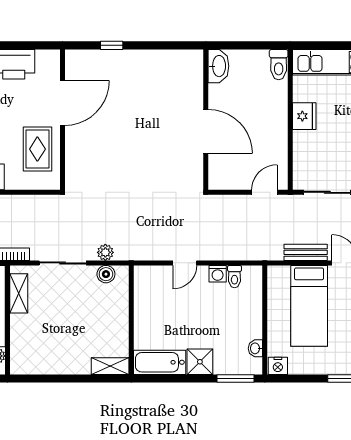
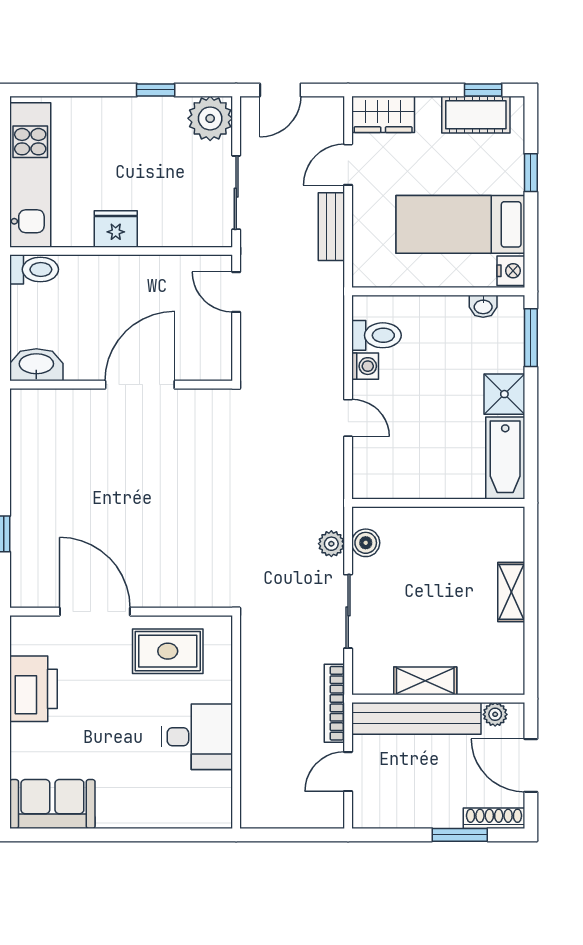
toilet: (234, 277) -> (376, 335), width x1.37, depth x1.39
shelving: (19, 293) -> (425, 681), moved
bed: (309, 306) -> (460, 224), moved, turned 180
shelving: (110, 366) -> (511, 592), moved

